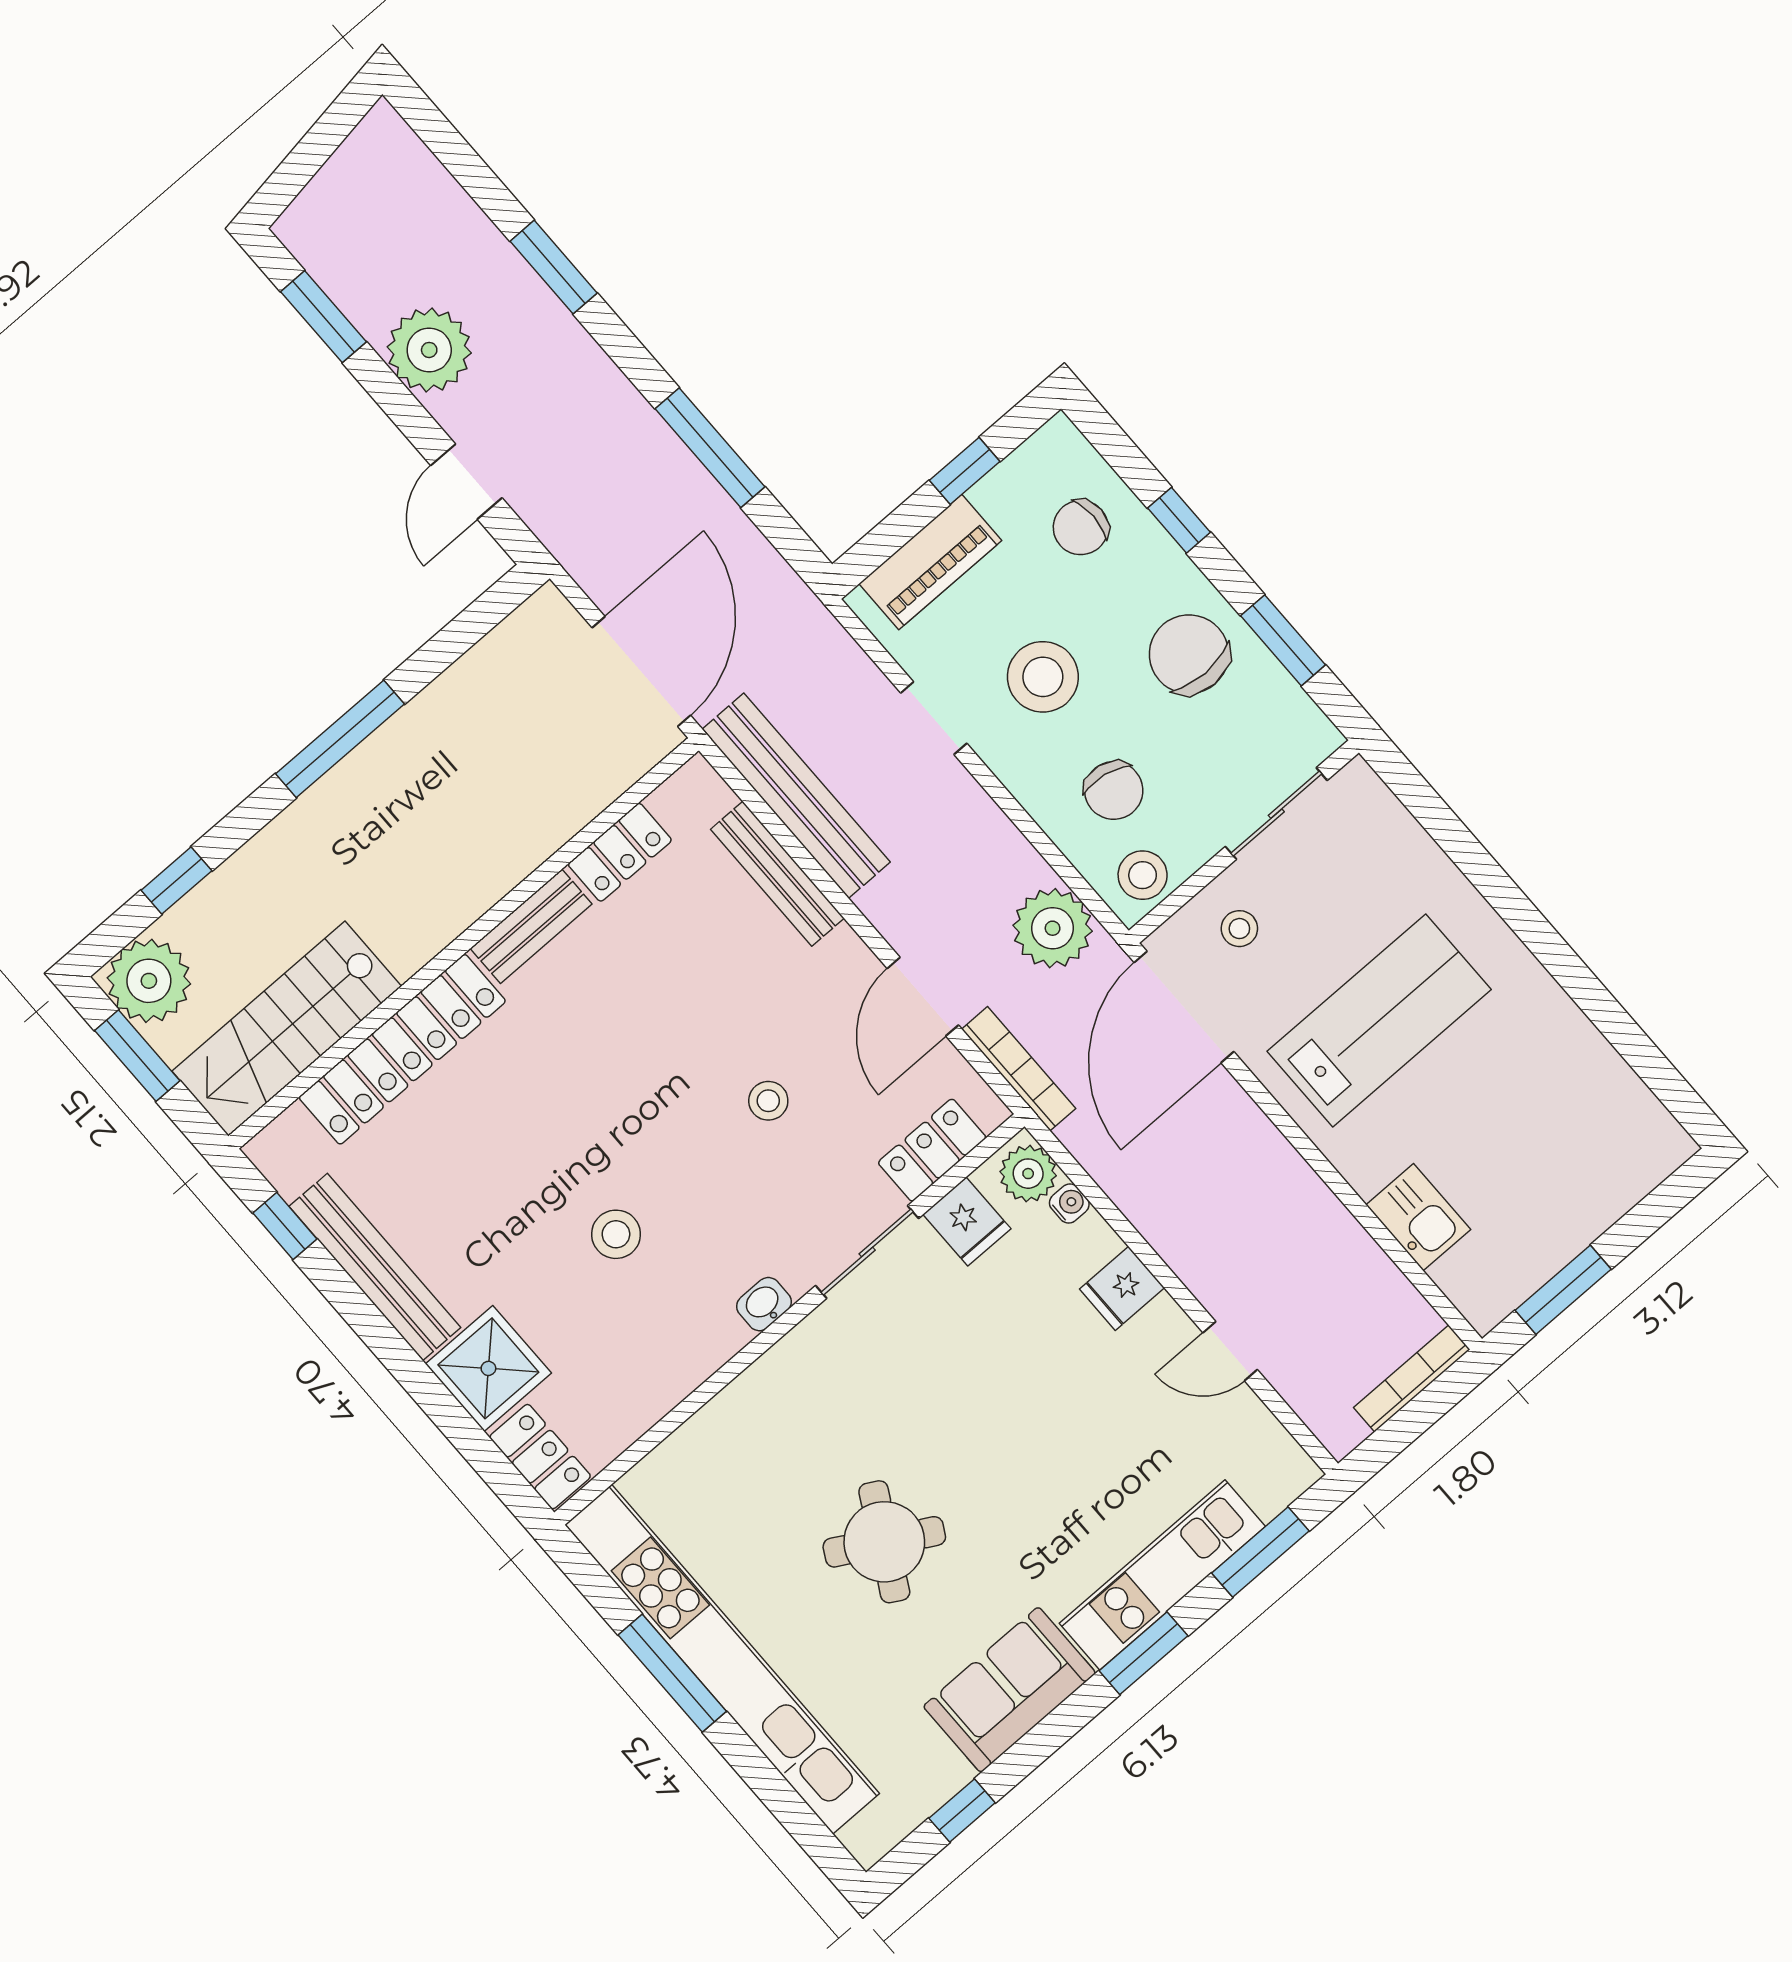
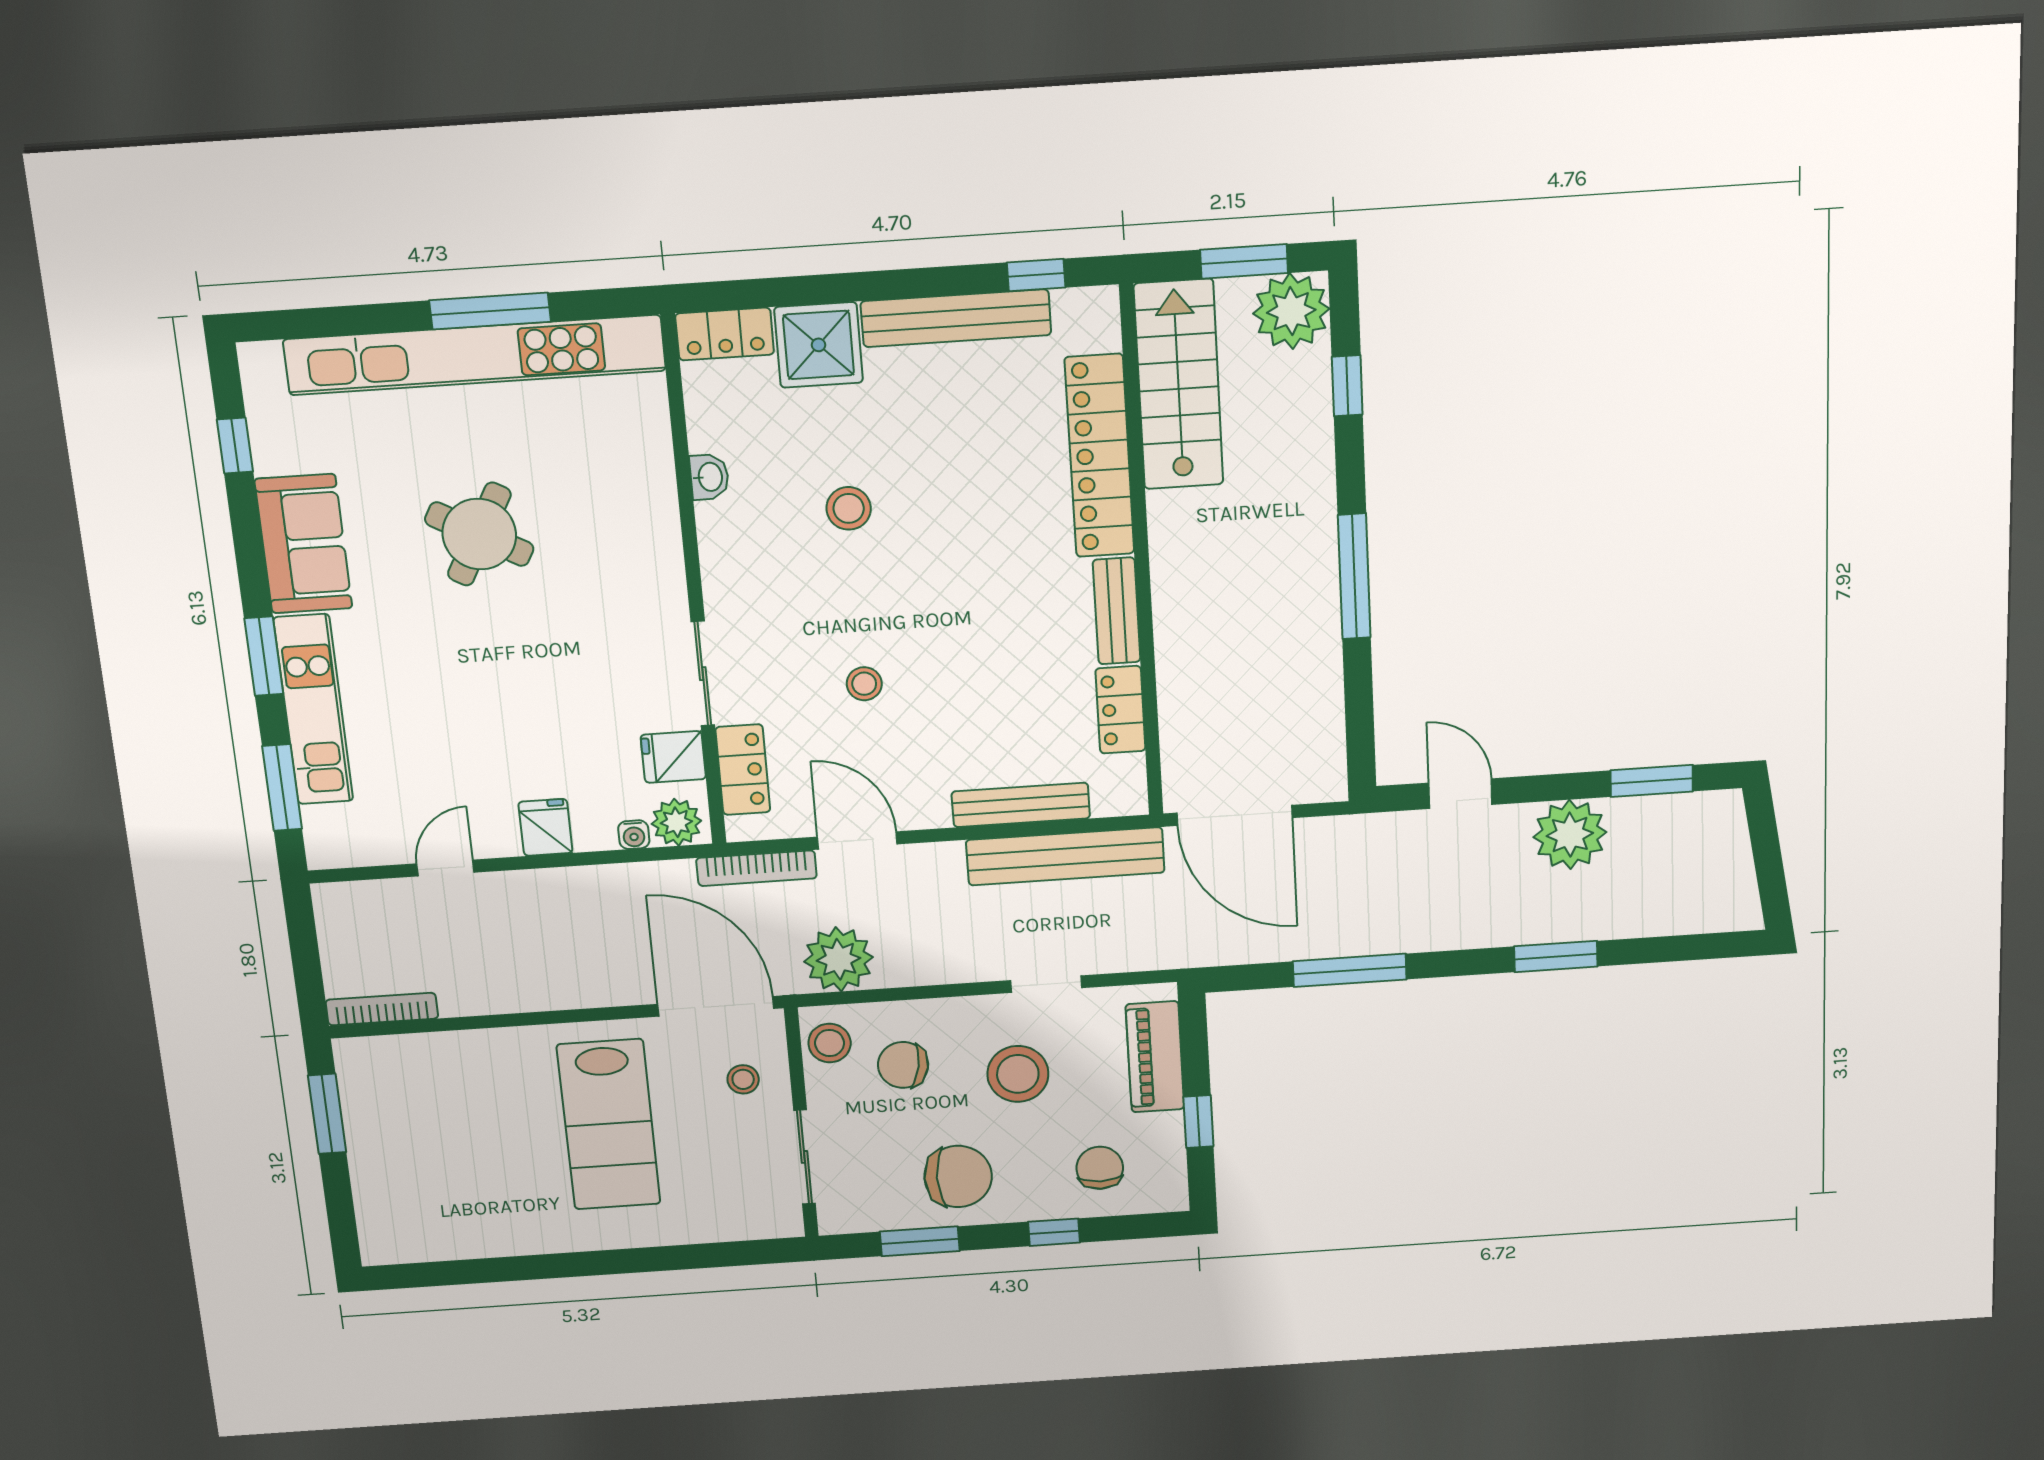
kitchen sink: (1418, 1217) -> (450, 1056), removed
washbasin: (764, 1304) -> (709, 477), moved
bookcase: (1412, 1379) -> (382, 1009), moved, turned -90

